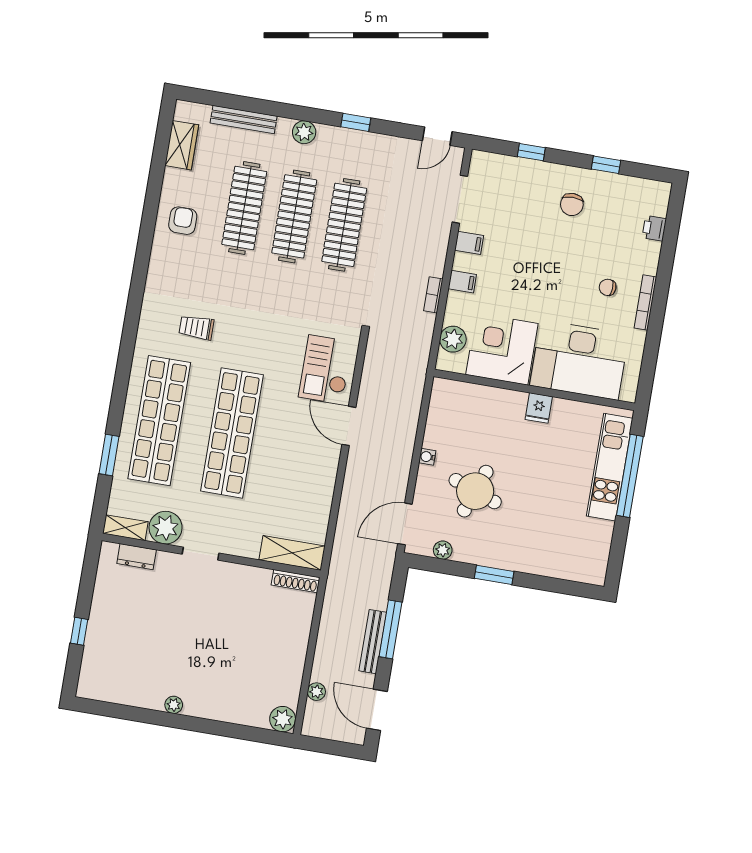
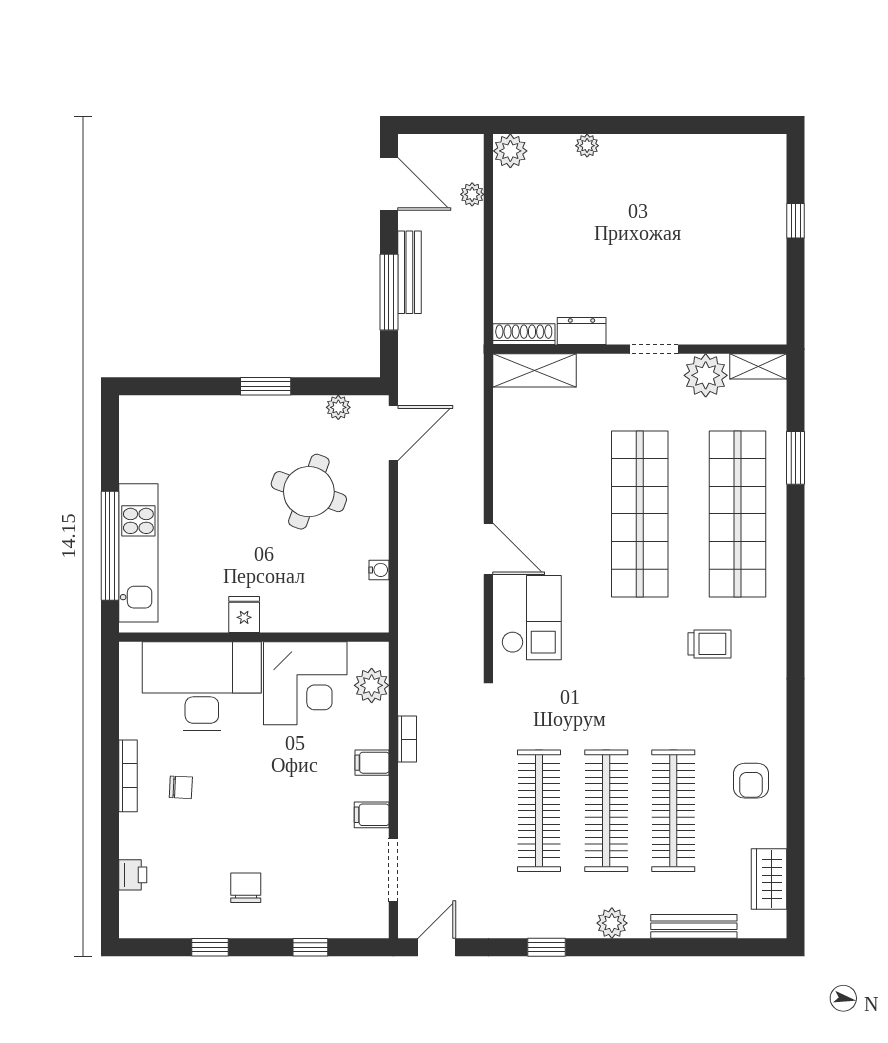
water cooler: (427, 457) -> (379, 570), moved
dresser: (137, 557) -> (582, 331), moved
plant: (174, 705) -> (587, 146), moved

